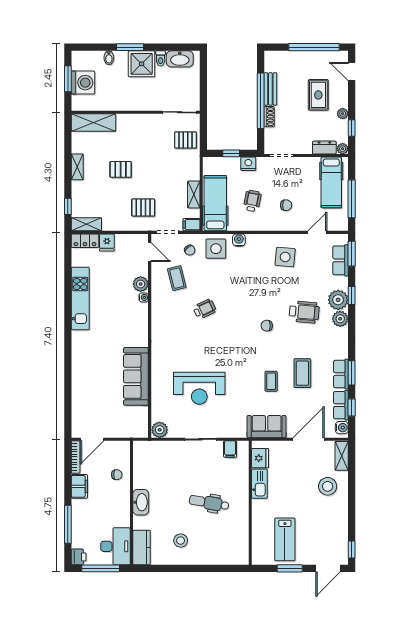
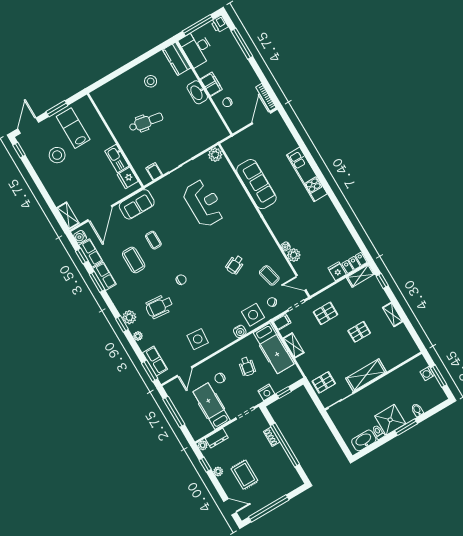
washing machine: (83, 83) -> (427, 373), width x0.53, depth x0.53
bench: (270, 89) -> (283, 458), removed
shelving: (93, 122) -> (366, 375), moved
hospital bed: (331, 182) -> (212, 406), moved
window: (352, 295) -> (122, 324), moved
kitchen unit: (80, 298) -> (307, 174), moved
plant: (338, 300) -> (138, 336), width x0.53, depth x0.53
reception desk: (199, 388) -> (204, 203), turned 90
filing cabinet: (79, 486) -> (211, 84), moved, turned 180
stool: (328, 486) -> (57, 155), moved

